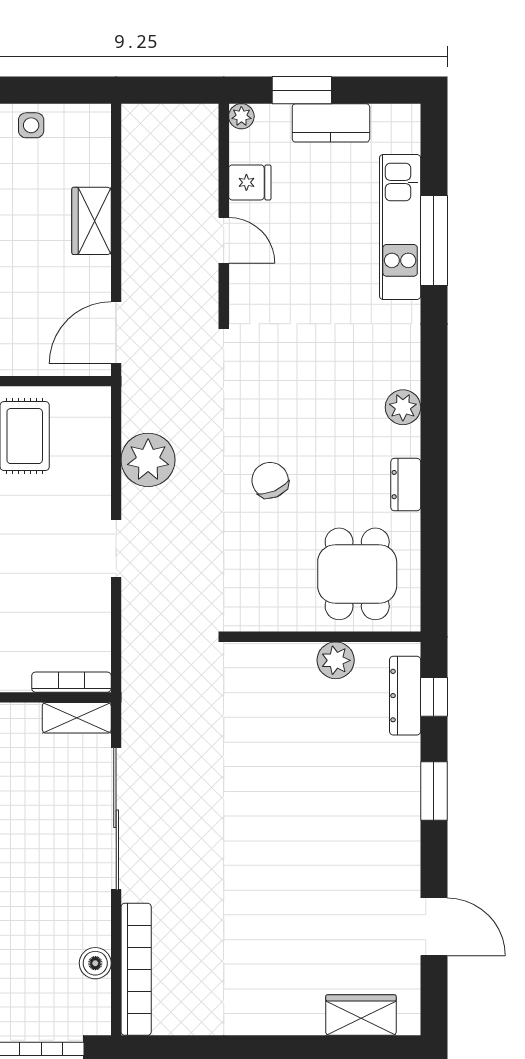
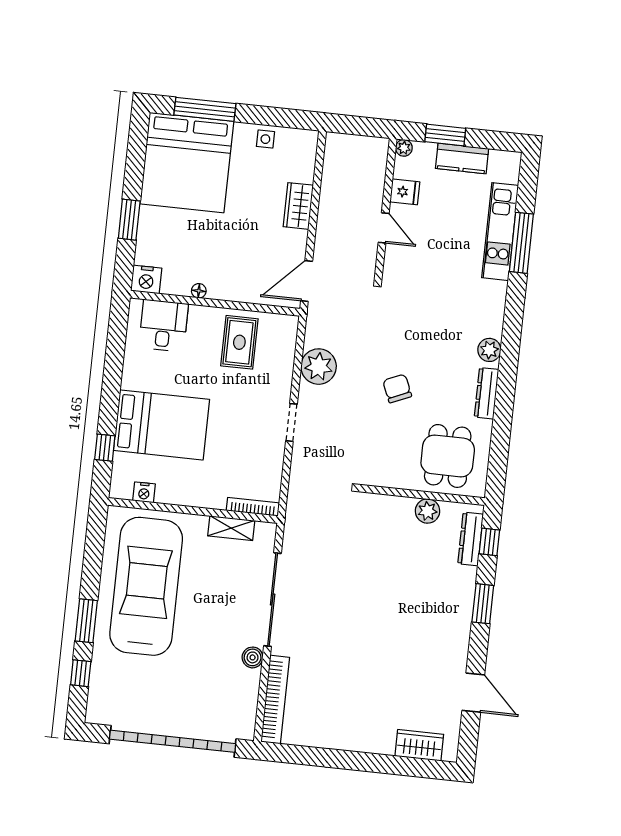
dresser: (406, 485) -> (487, 393), width x1.44
shelving: (77, 718) -> (231, 528), moved
boiler: (95, 963) -> (253, 657), moved

